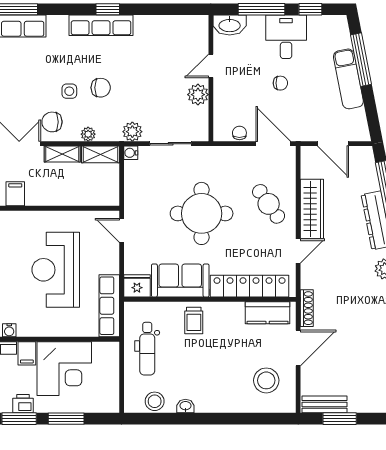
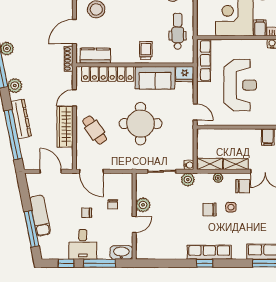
chair: (239, 133) -> (113, 204), moved

